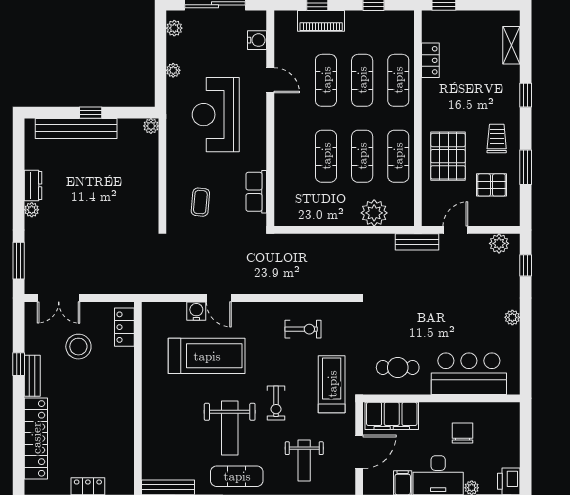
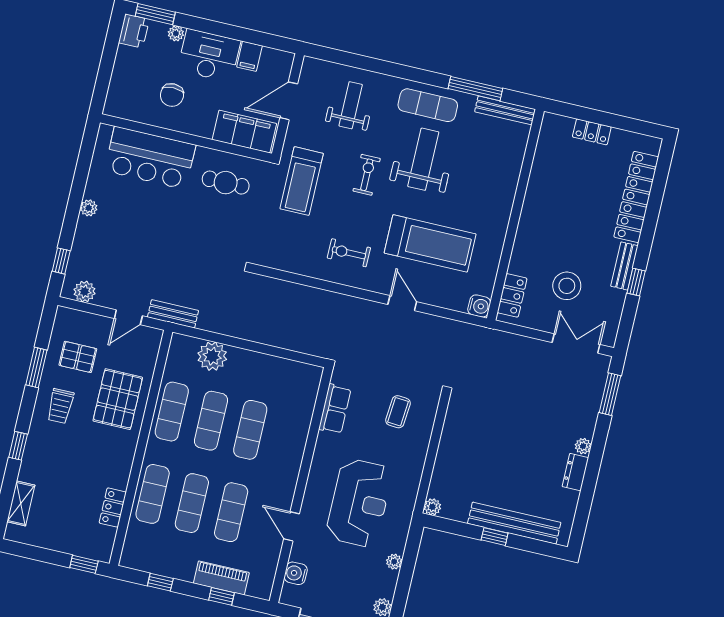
water cooler: (196, 311) -> (479, 306), moved, turned -90
exercise bike: (303, 329) -> (349, 253), moved
treadmill: (207, 356) -> (430, 243), turned 180

